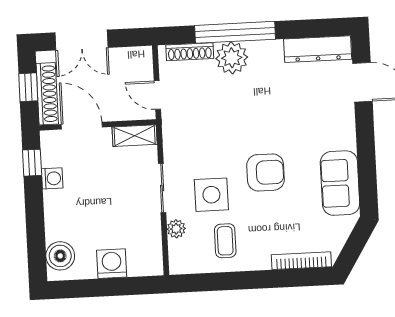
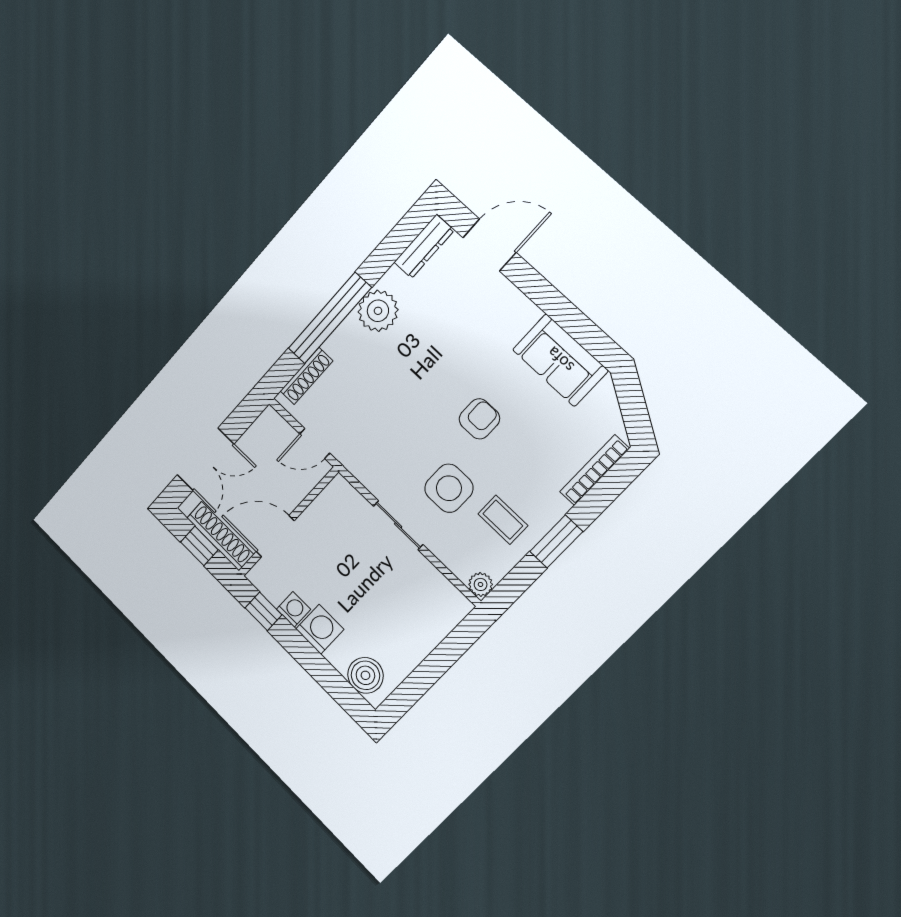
dresser: (318, 49) -> (424, 246), width x0.73, depth x0.80
plant: (232, 58) -> (378, 311), moved
shelving: (135, 136) -> (329, 500), removed
armchair: (266, 172) -> (479, 419), width x0.72, depth x0.72
plant: (176, 229) -> (481, 584), moved
washing machine: (112, 264) -> (320, 629), moved, turned 90
window: (243, 280) -> (556, 541), added

